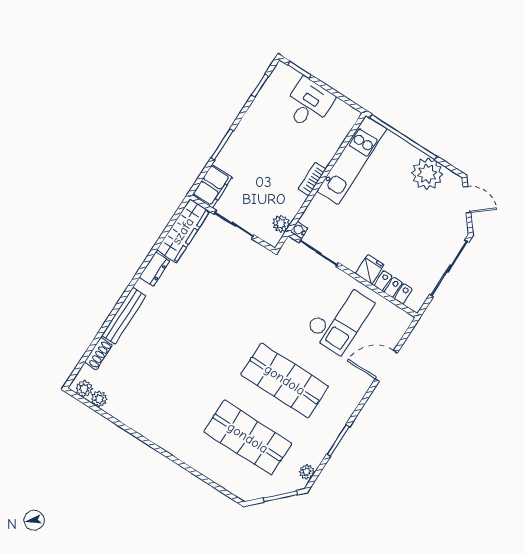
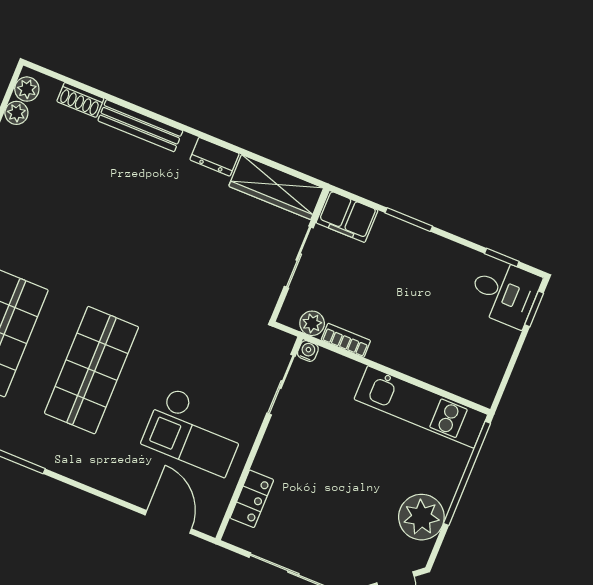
desk: (308, 104) -> (504, 293), moved
bookcase: (312, 179) -> (346, 340), moved
fridge: (370, 269) -> (271, 461), removed
door: (386, 366) -> (168, 522), moved

